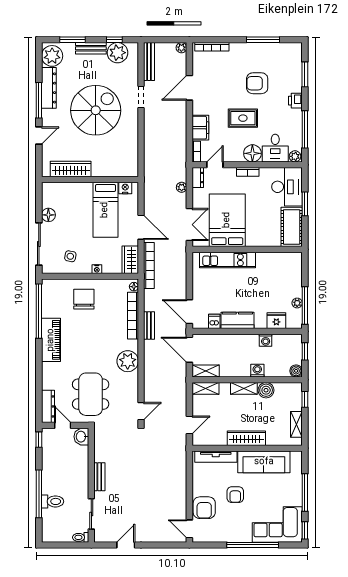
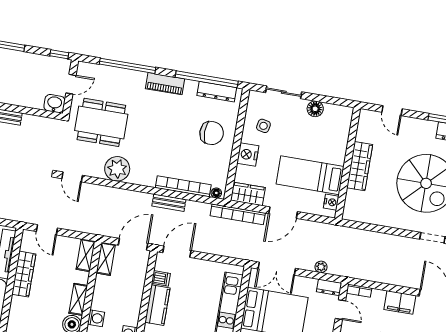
filing cabinet: (200, 128) -> (400, 302), moved
door: (39, 136) -> (392, 111), moved
wardrobe: (71, 169) -> (360, 166), moved
sliding door: (39, 244) -> (284, 92), width x0.73
nightstand: (97, 269) -> (248, 155), width x1.89, depth x1.79
piano: (51, 340) -> (165, 84), width x0.73, depth x0.75
plant: (128, 361) -> (117, 169), moved
window: (39, 380) -> (128, 66), added
dresser: (48, 406) -> (217, 92), moved
wardrobe: (246, 438) -> (24, 274), moved

